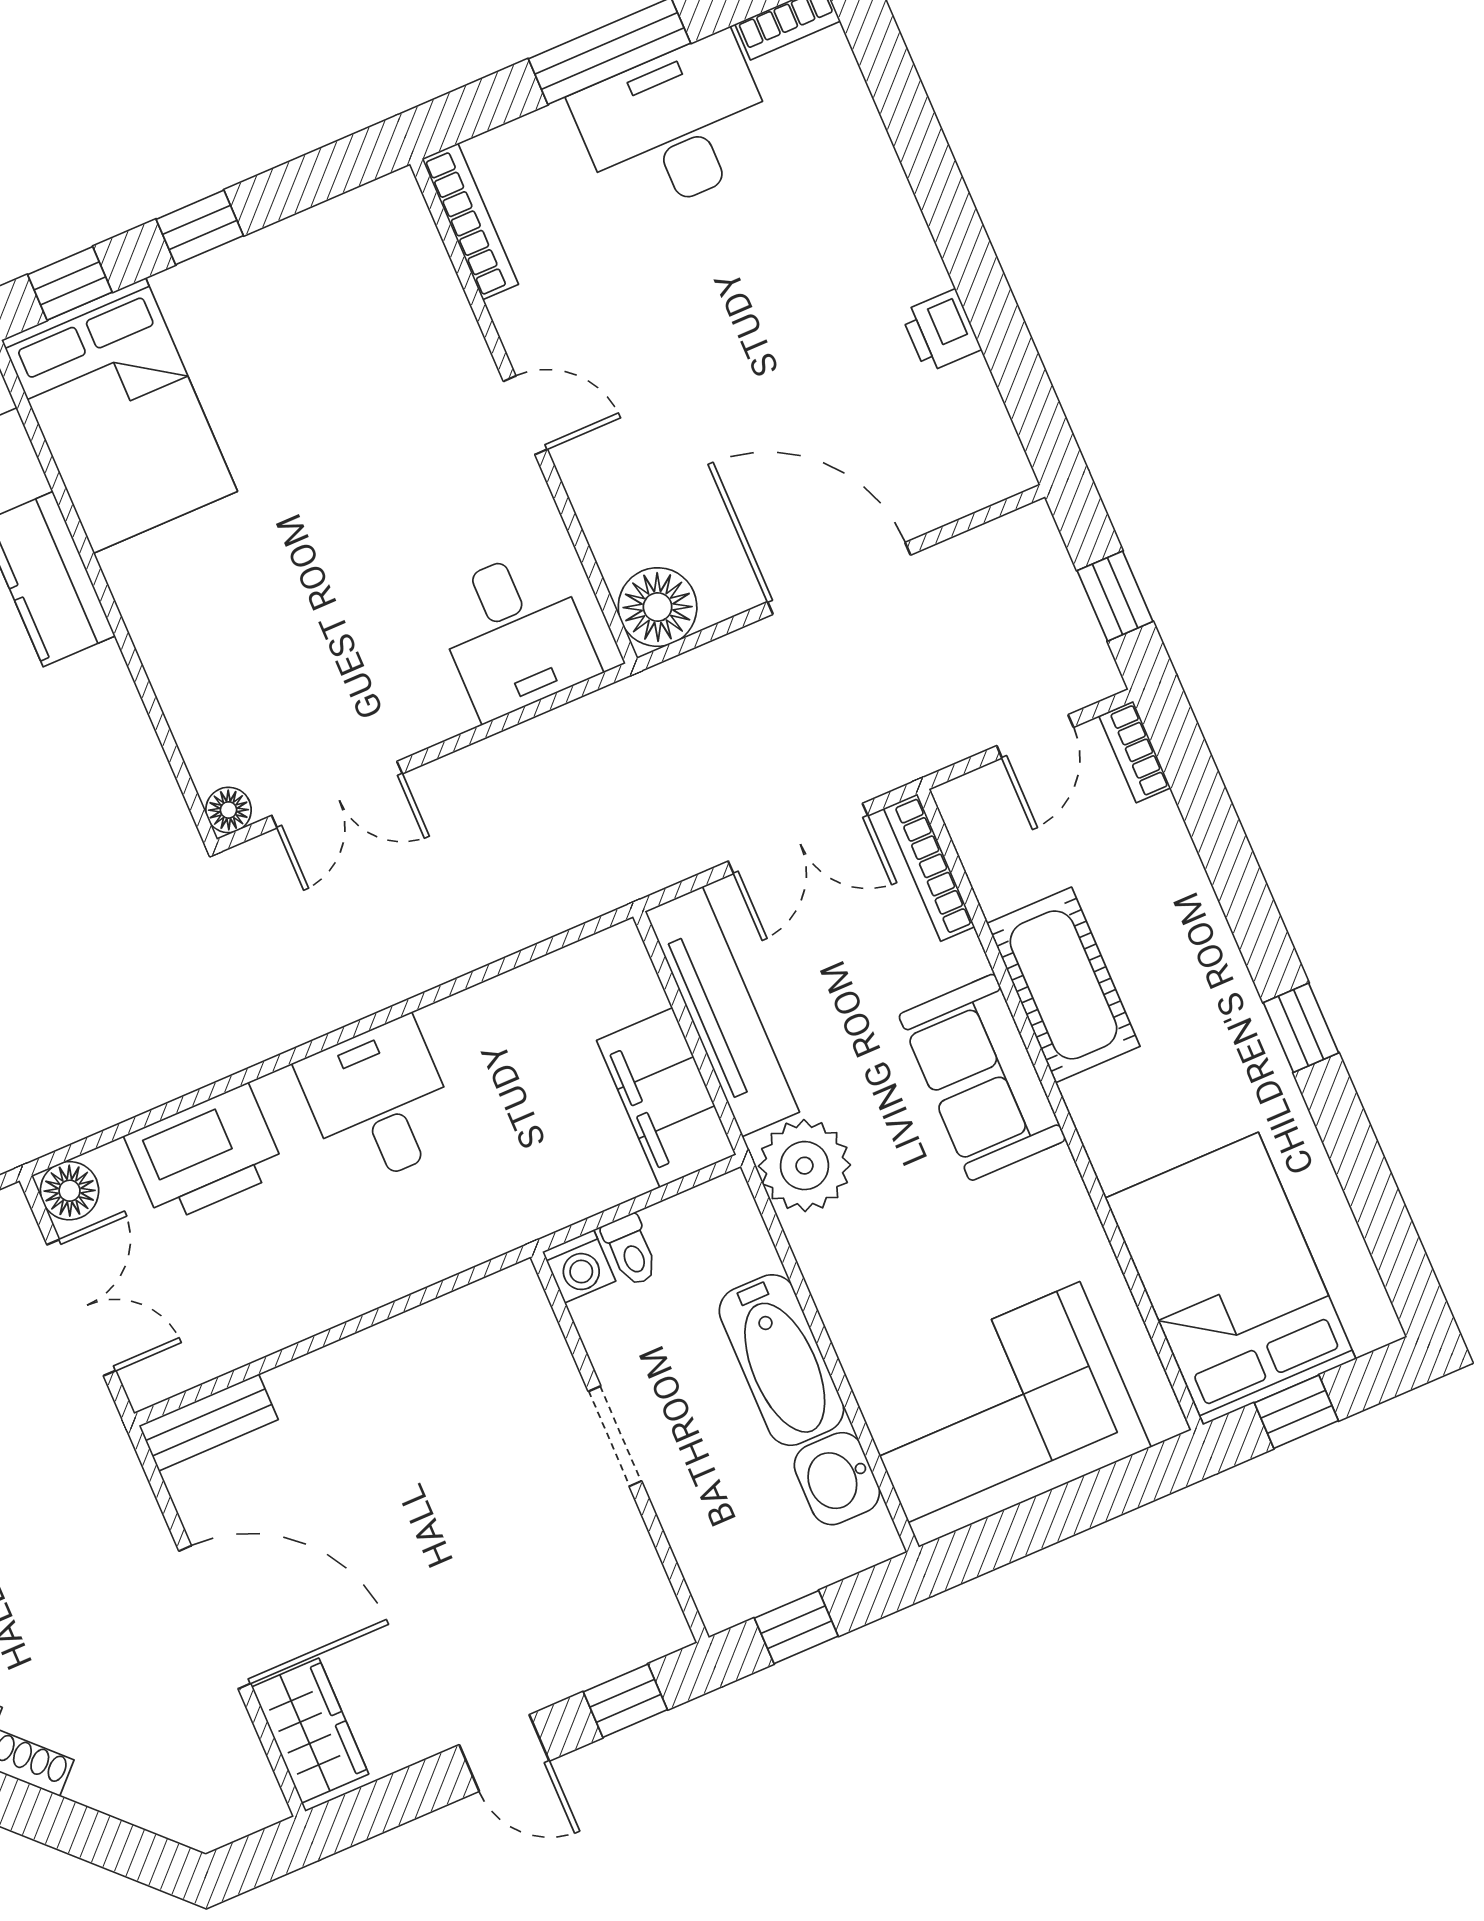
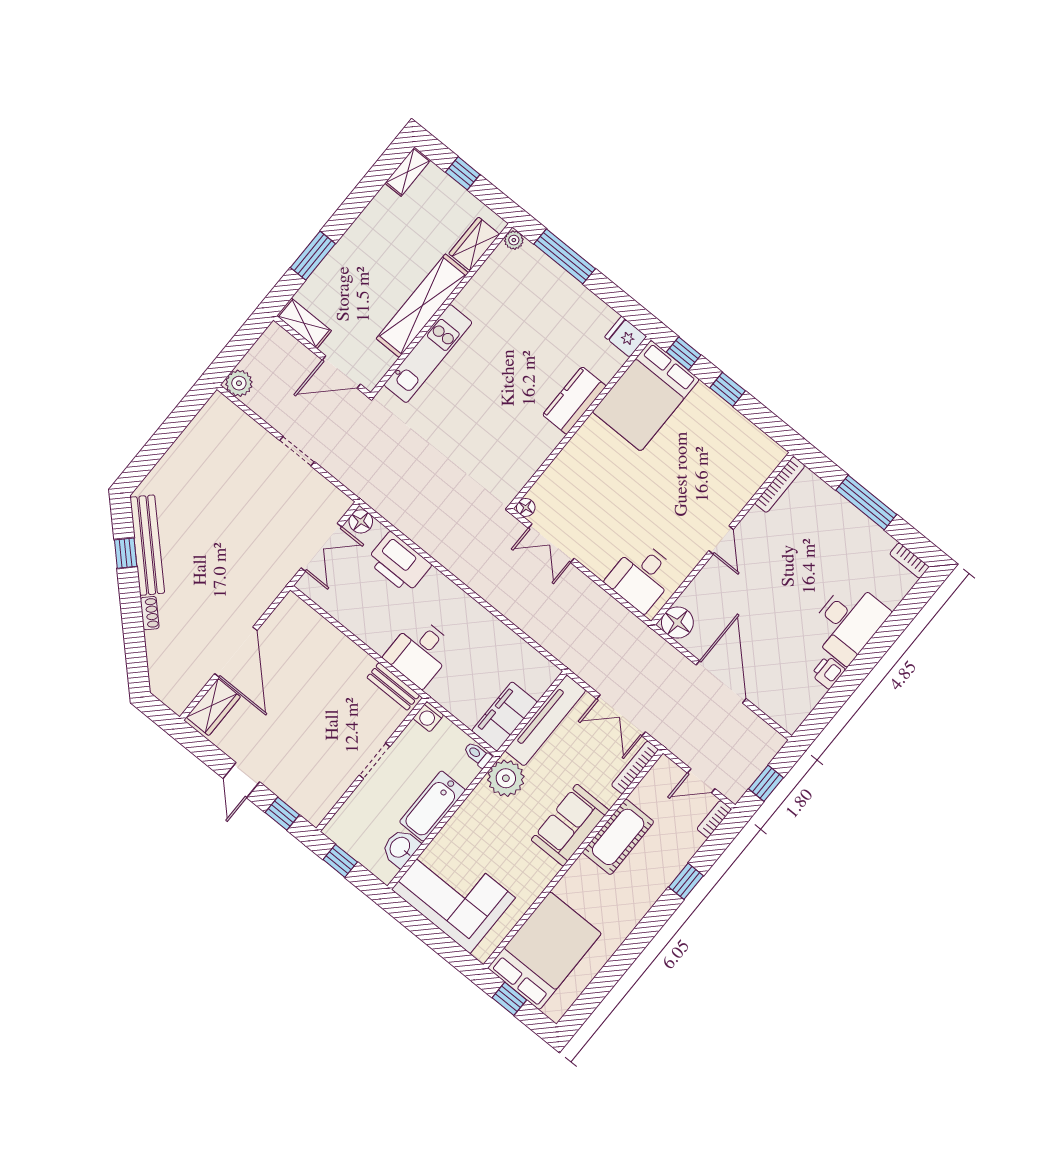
desk: (676, 126) -> (848, 622), moved, turned 90
window: (1301, 1028) -> (686, 881), moved
desk: (379, 1102) -> (420, 652), moved, turned 180
toilet: (630, 1250) -> (478, 755), moved, turned 90
bench: (209, 1423) -> (393, 686), moved

